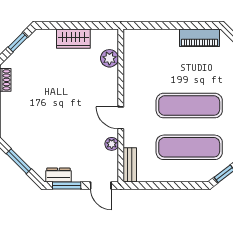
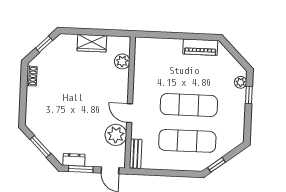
plant: (112, 144) -> (116, 135), width x1.88, depth x1.88

